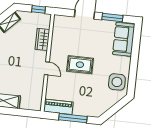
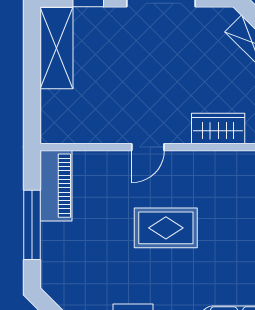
rug: (80, 65) -> (166, 228), turned 90

